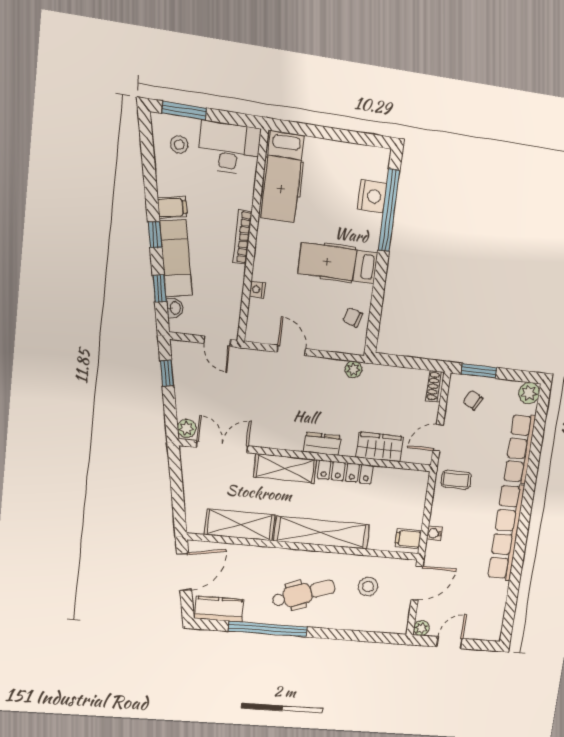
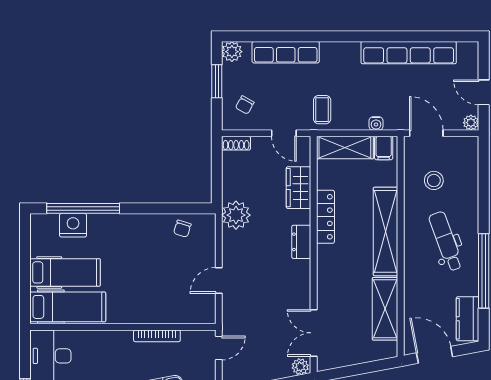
bookcase: (242, 237) -> (157, 336), moved
hospital bed: (338, 263) -> (65, 272), moved, turned -90
nightstand: (257, 289) -> (168, 318), removed
plant: (353, 369) -> (236, 215), width x1.87, depth x1.87
window: (479, 371) -> (217, 81), moved
shelving: (285, 468) -> (345, 148), moved, turned 90
row of seats: (506, 532) -> (409, 53), moved

